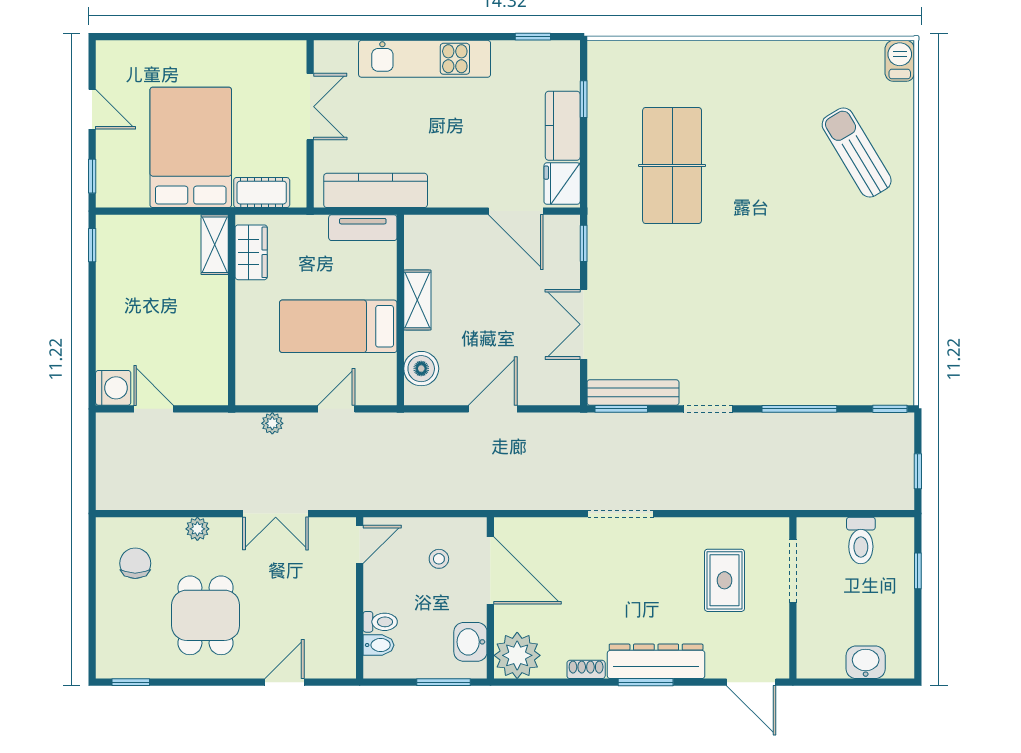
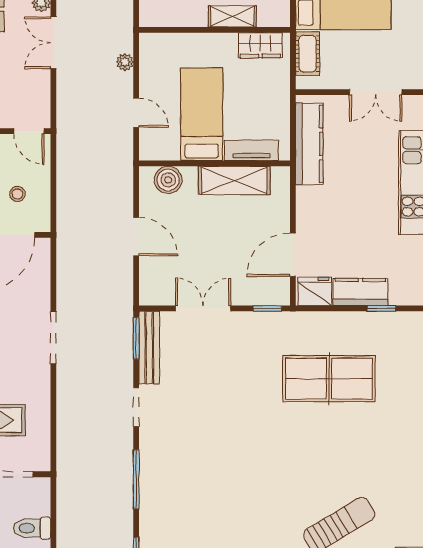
tv unit: (363, 228) -> (251, 150), moved, turned 90
shelving: (215, 245) -> (232, 16), moved
shelving: (417, 300) -> (234, 180), width x1.50, depth x1.33
double door: (276, 514) -> (53, 43), moved

